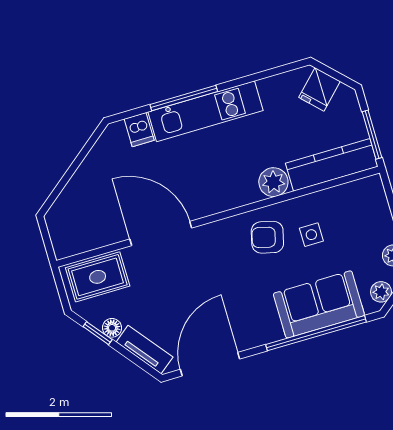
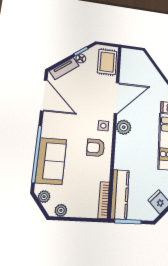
plant: (273, 182) -> (124, 127), moved
bookcase: (351, 190) -> (104, 200), added
side table: (311, 235) -> (103, 126), moved
armchair: (267, 237) -> (96, 148), turned -104

